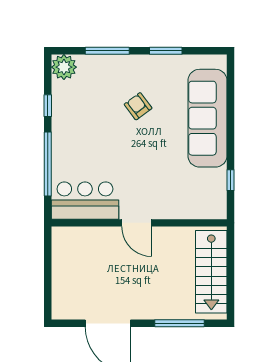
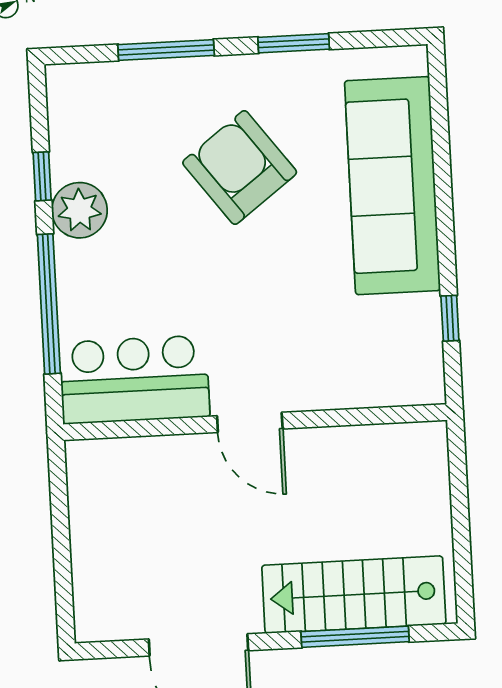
plant: (64, 67) -> (79, 210), moved
armchair: (138, 106) -> (240, 167), width x1.88, depth x1.88
stairs: (211, 272) -> (354, 595), moved, turned 90

